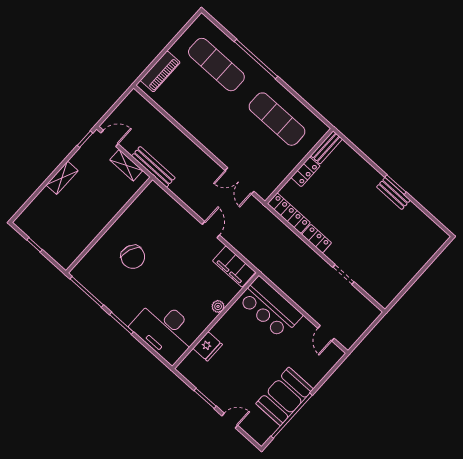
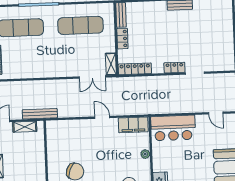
shelving: (270, 186) -> (111, 64), added
locker: (317, 239) -> (174, 68), moved

